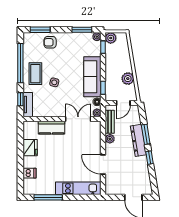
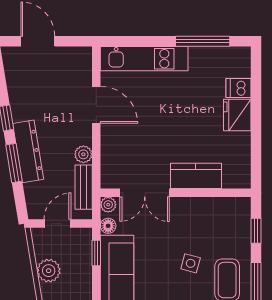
tv unit: (28, 105) -> (242, 221), removed
fridge: (30, 148) -> (237, 115), moved

